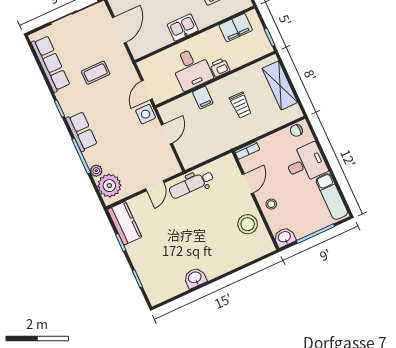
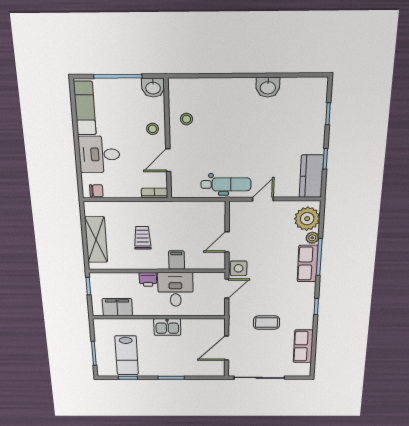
row of seats: (51, 64) -> (303, 346), width x0.68
row of seats: (82, 131) -> (308, 263), moved
stool: (248, 224) -> (186, 119), width x0.53, depth x0.53

